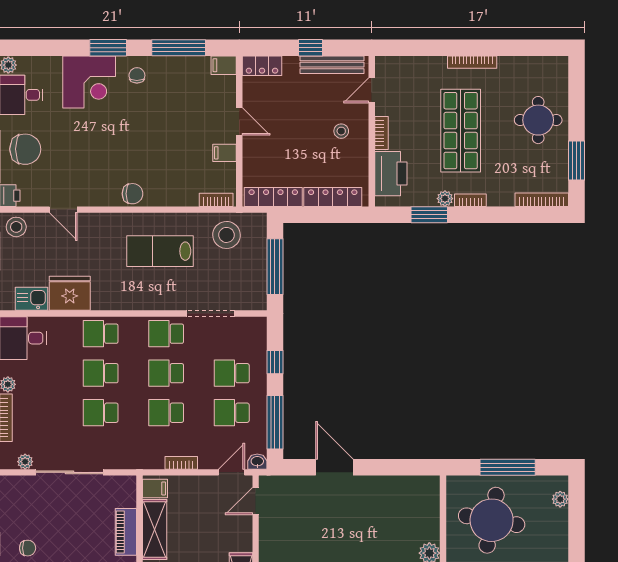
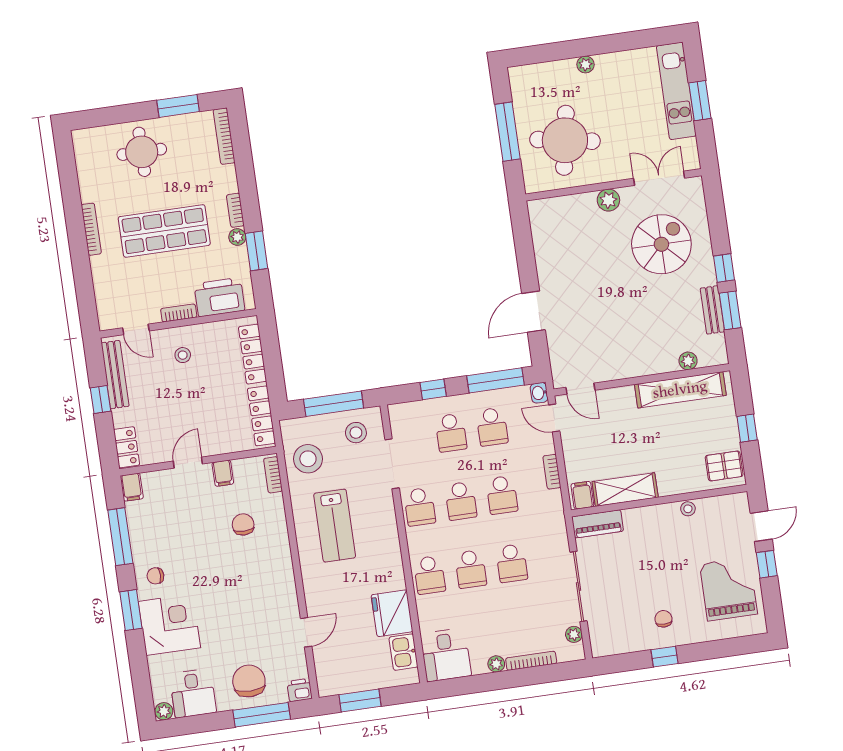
chair: (133, 194) -> (243, 524), moved
stool: (16, 227) -> (356, 433), moved
plant: (560, 499) -> (585, 65), moved
piano: (126, 532) -> (598, 524), moved

